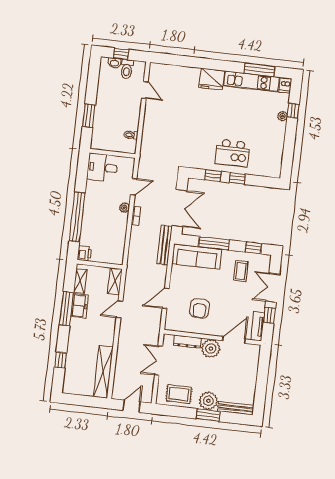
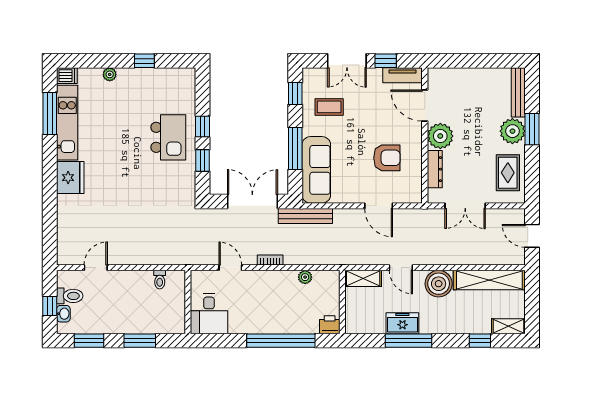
window: (93, 79) -> (89, 341), added
window: (293, 111) -> (144, 61), moved
plant: (124, 208) -> (305, 277), moved
shelving: (80, 281) -> (508, 326), moved
boiler: (105, 335) -> (439, 284), added

